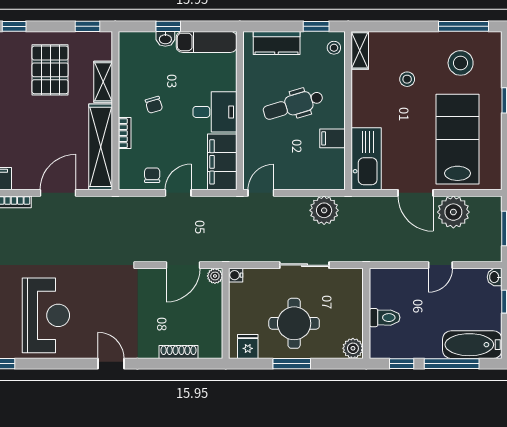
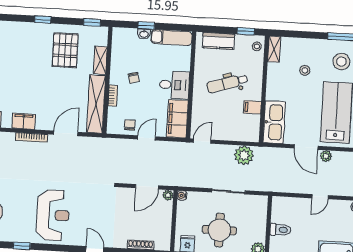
plant: (453, 212) -> (326, 156), width x0.53, depth x0.53

